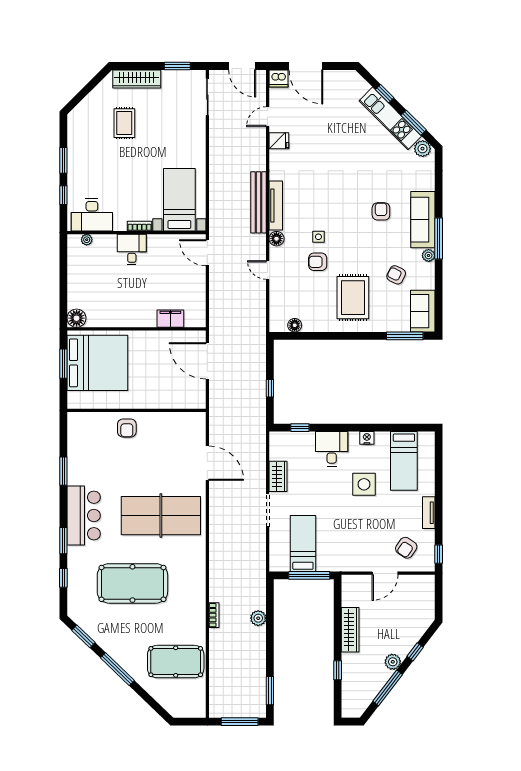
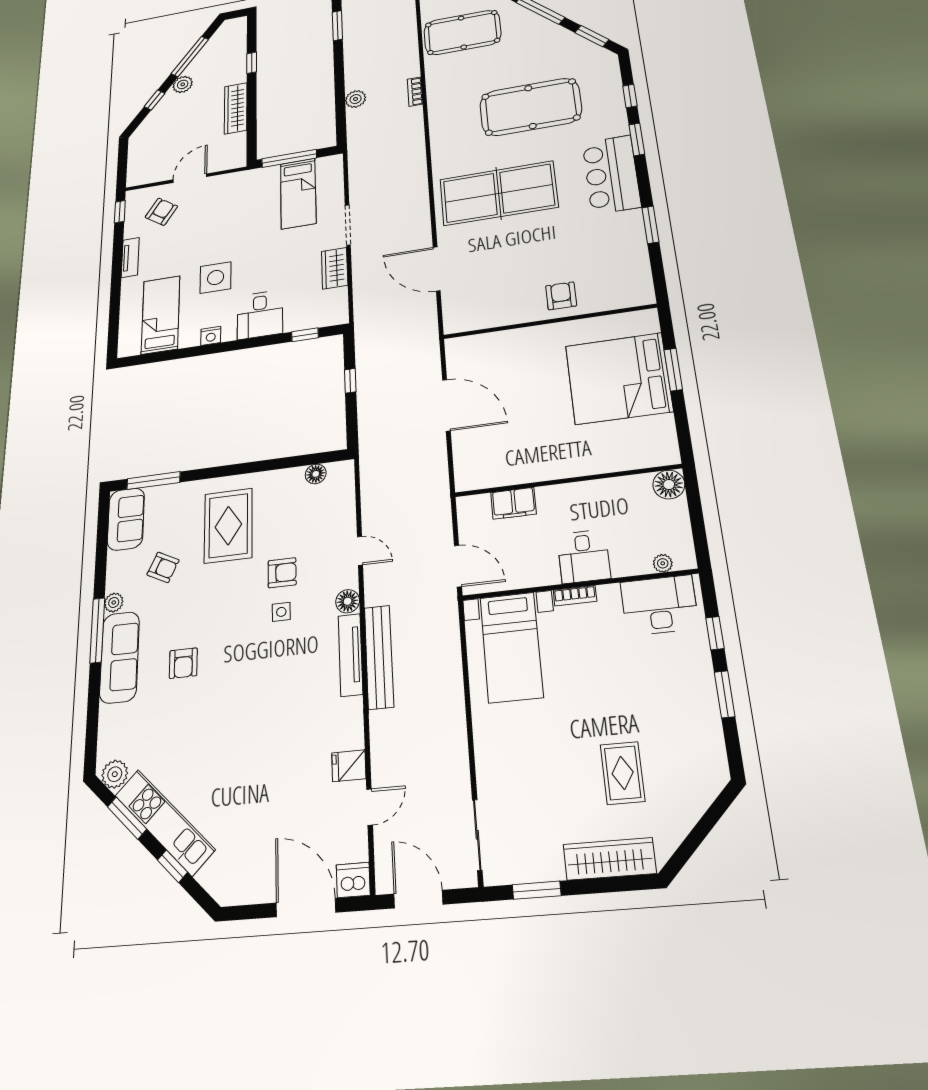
floor lamp: (77, 318) -> (669, 485), moved
filing cabinet: (170, 319) -> (514, 503), moved
wall: (136, 329) -> (567, 481), moved

